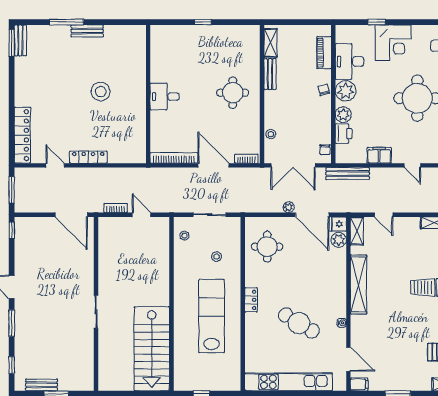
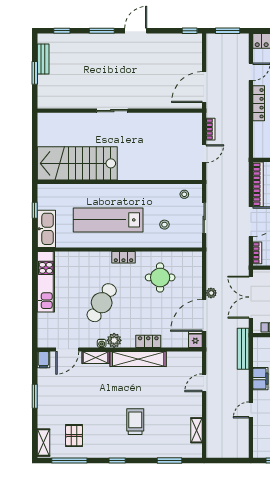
shelving: (357, 231) -> (96, 357), moved
plant: (339, 240) -> (114, 340), moved
round table: (267, 247) -> (160, 277), moved
locker: (340, 274) -> (148, 341), added
lab bench: (212, 316) -> (108, 220), turned 180
kitchen sink: (221, 381) -> (46, 229), added
kitchen unit: (289, 382) -> (46, 282), width x0.73

